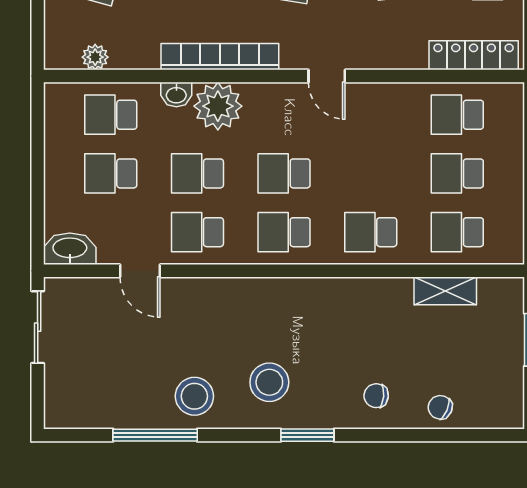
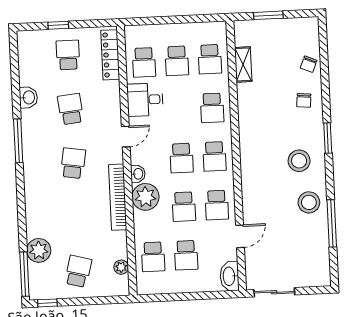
washbasin: (176, 95) -> (138, 174), moved
desk: (391, 113) -> (145, 100), added

